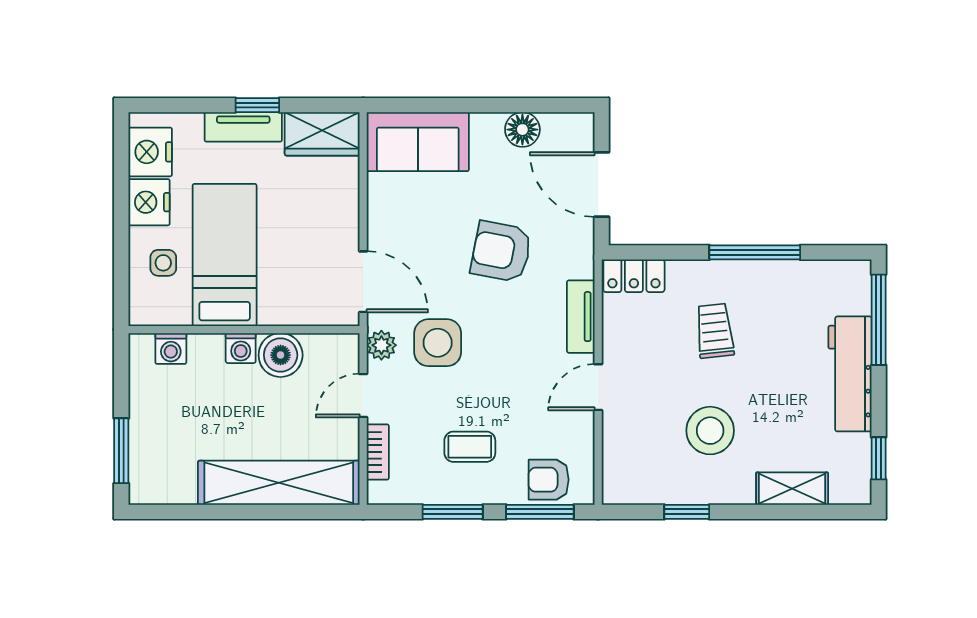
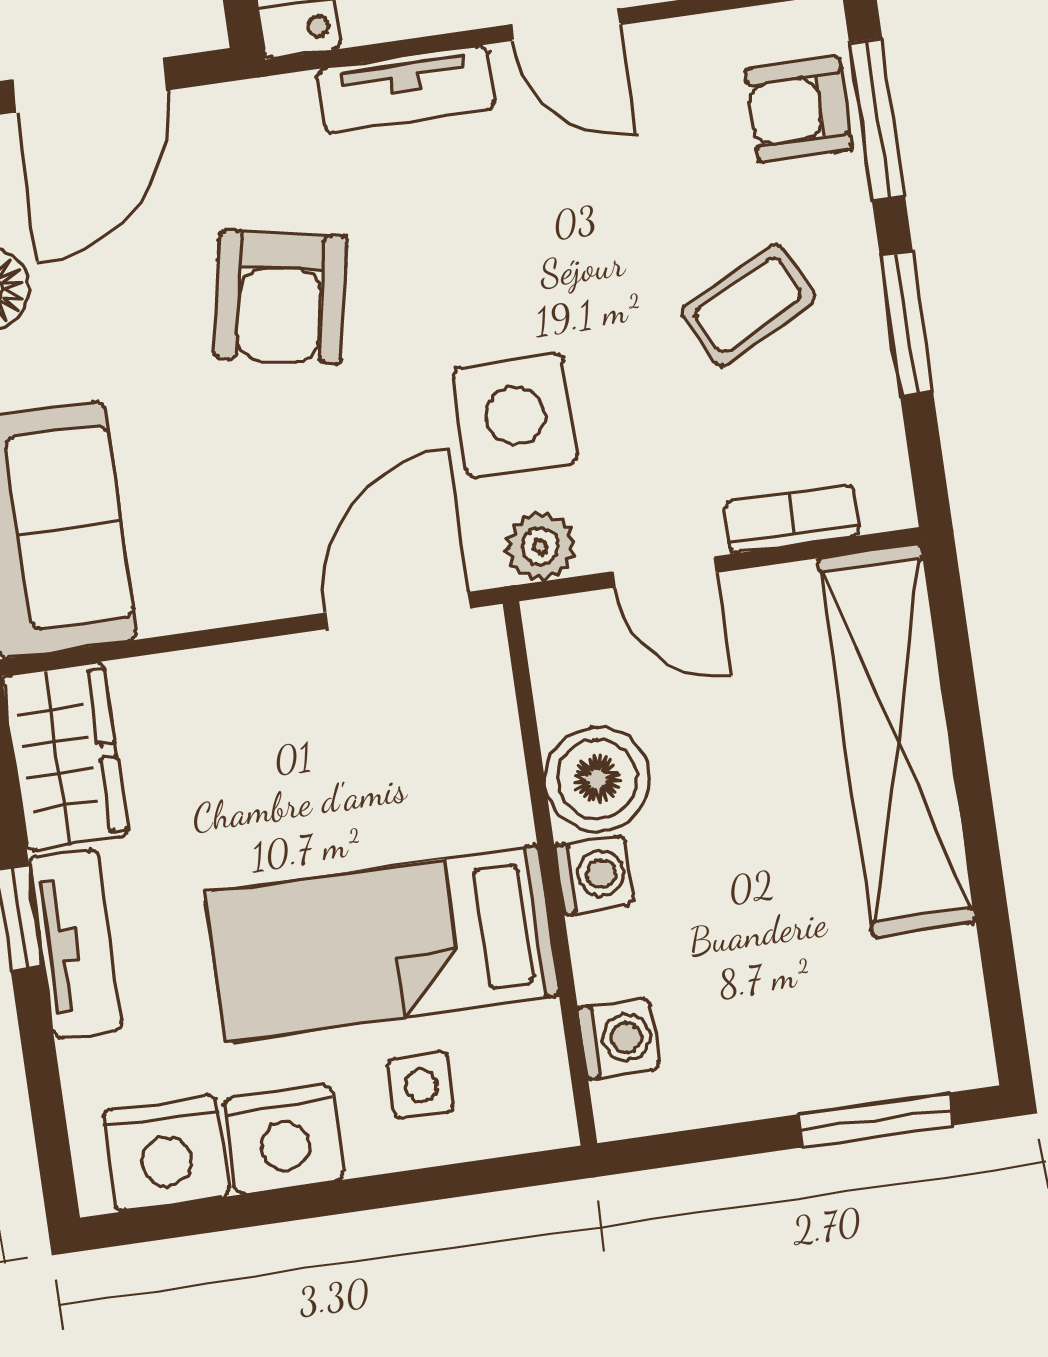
coffee table: (470, 447) -> (748, 305), turned 63
armchair: (549, 480) -> (799, 109), turned 90

